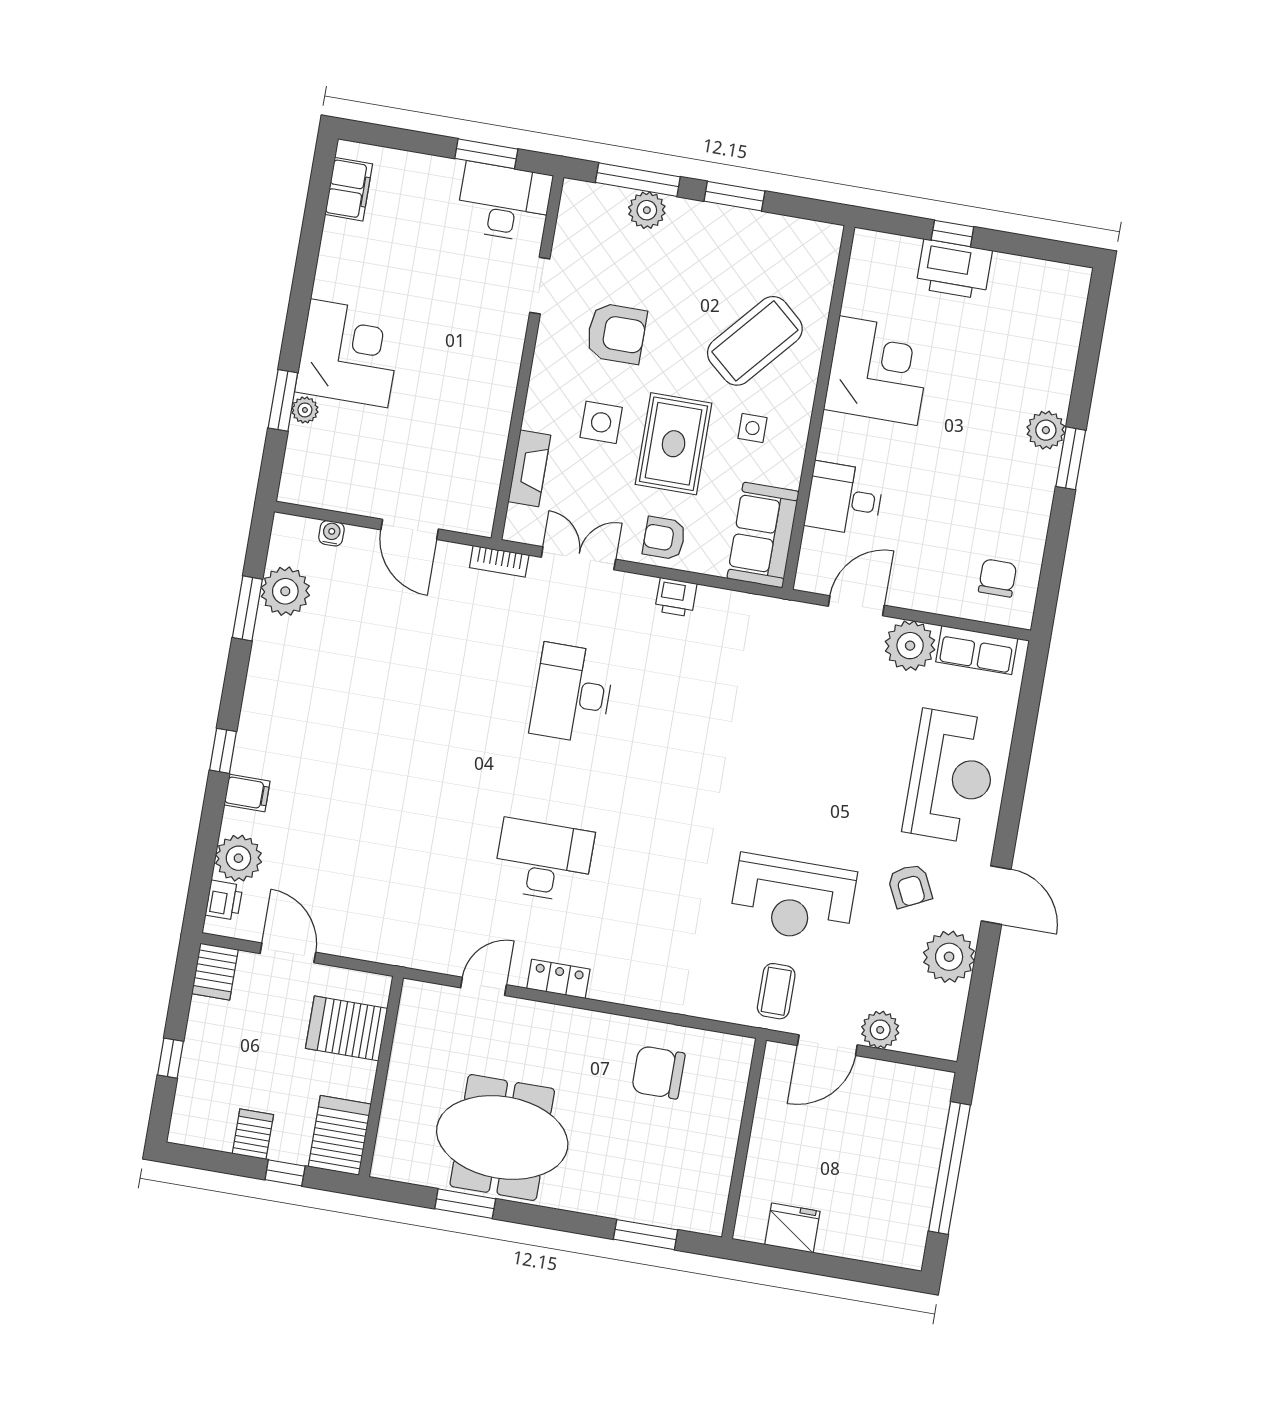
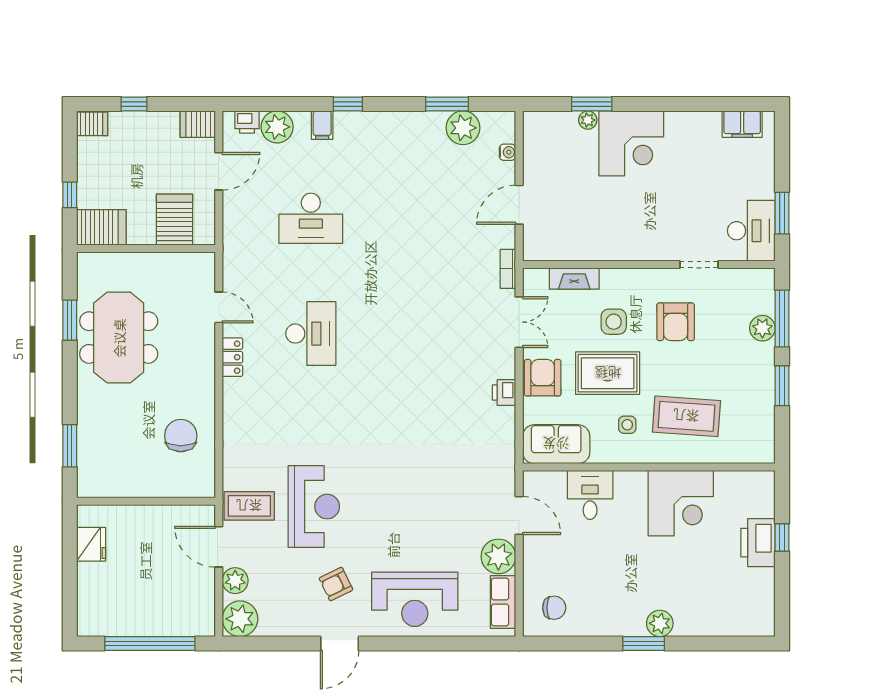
coffee table: (755, 341) -> (686, 416), turned -37
armchair: (664, 538) -> (543, 378), width x1.38, depth x1.38
desk: (572, 693) -> (311, 218), moved, turned 180
reception desk: (793, 899) -> (314, 507), turned 180
plant: (949, 957) -> (240, 619), moved
coffee table: (776, 991) -> (249, 506), width x1.36, depth x1.30
server rack: (253, 1134) -> (92, 124), moved

